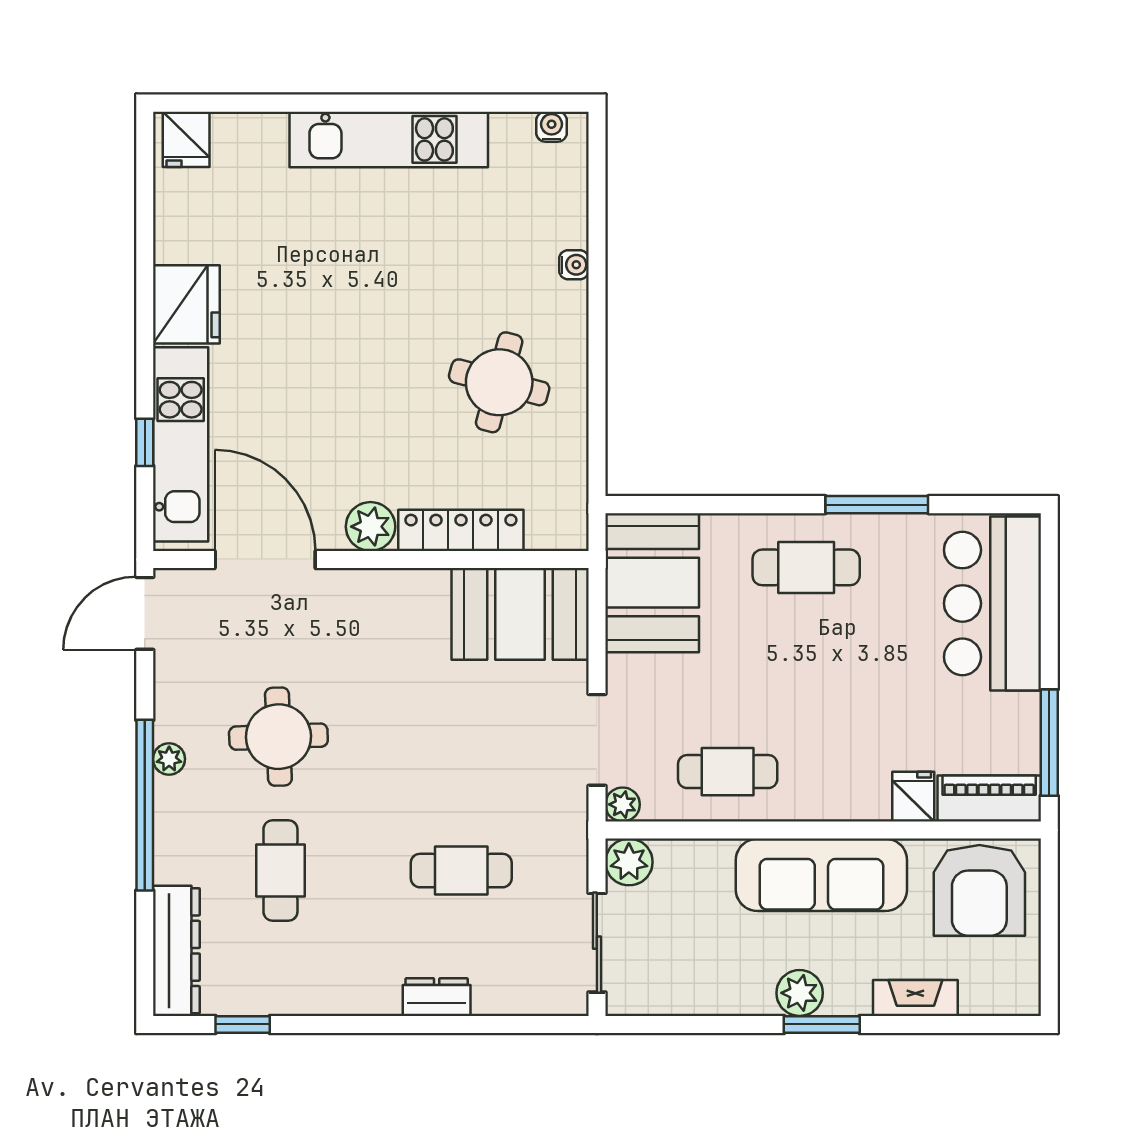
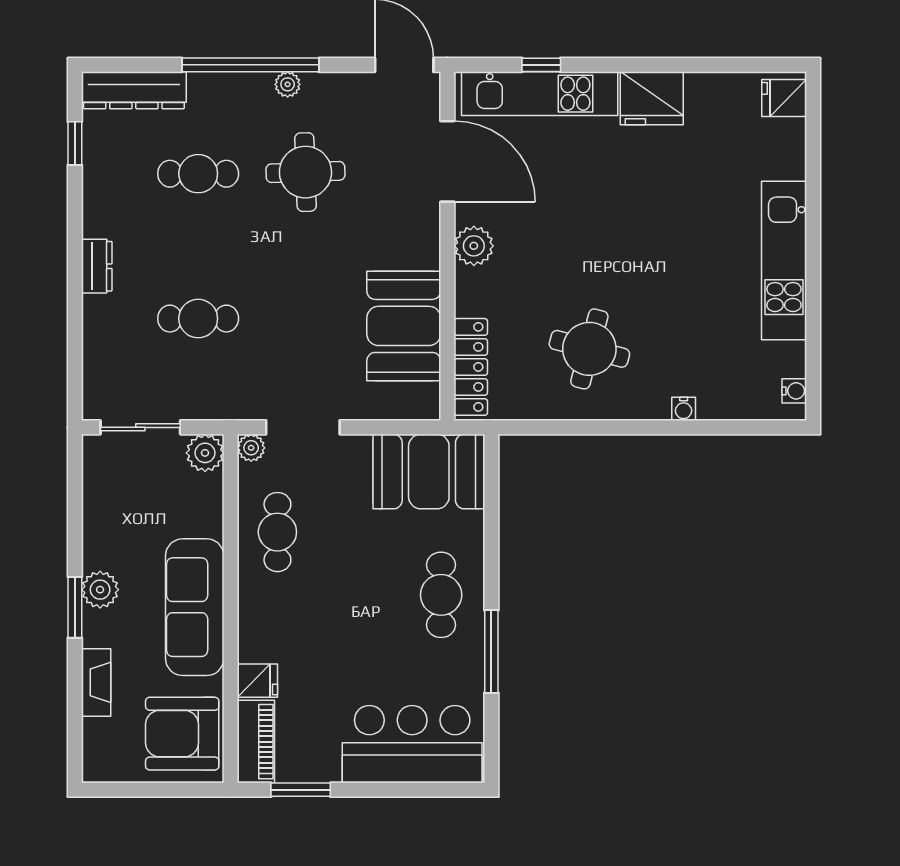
locker: (461, 530) -> (471, 367), moved
door: (265, 560) -> (447, 161), hinge flipped
booth: (520, 614) -> (404, 326), moved
window: (1049, 743) -> (301, 790), width x0.69
cafe table: (461, 871) -> (198, 319), turned 90
dresser: (437, 997) -> (97, 266), moved

